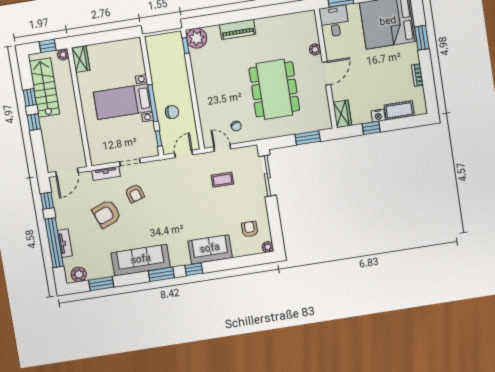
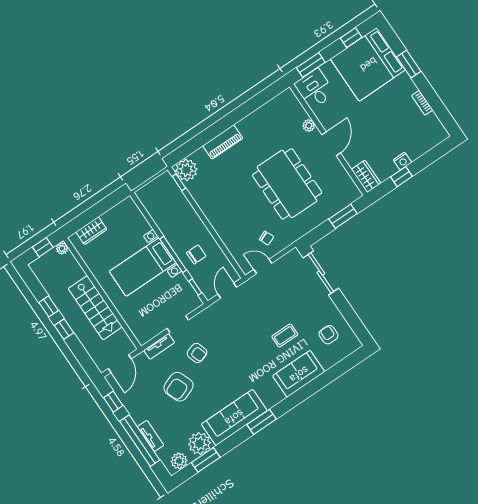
wardrobe: (81, 59) -> (91, 231), moved, turned 90
stairs: (44, 88) -> (95, 308), moved, turned 180
cot: (399, 110) -> (421, 146), removed
coffee table: (222, 180) -> (285, 336), moved
plant: (268, 247) -> (199, 443), moved, width x1.88, depth x1.88
window: (194, 269) -> (292, 401), removed

